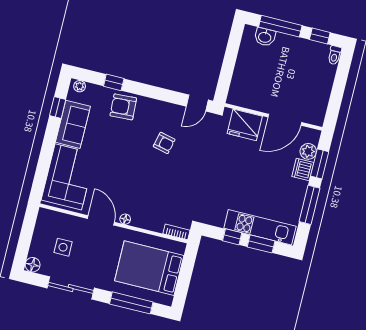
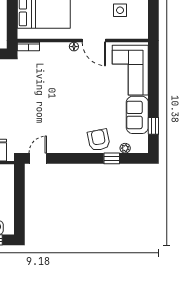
plant: (80, 86) -> (125, 148), moved
armchair: (123, 107) -> (99, 140), turned -98
armchair: (164, 143) -> (57, 118), removed

